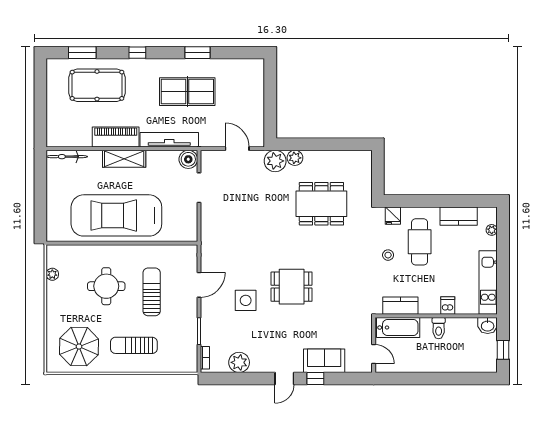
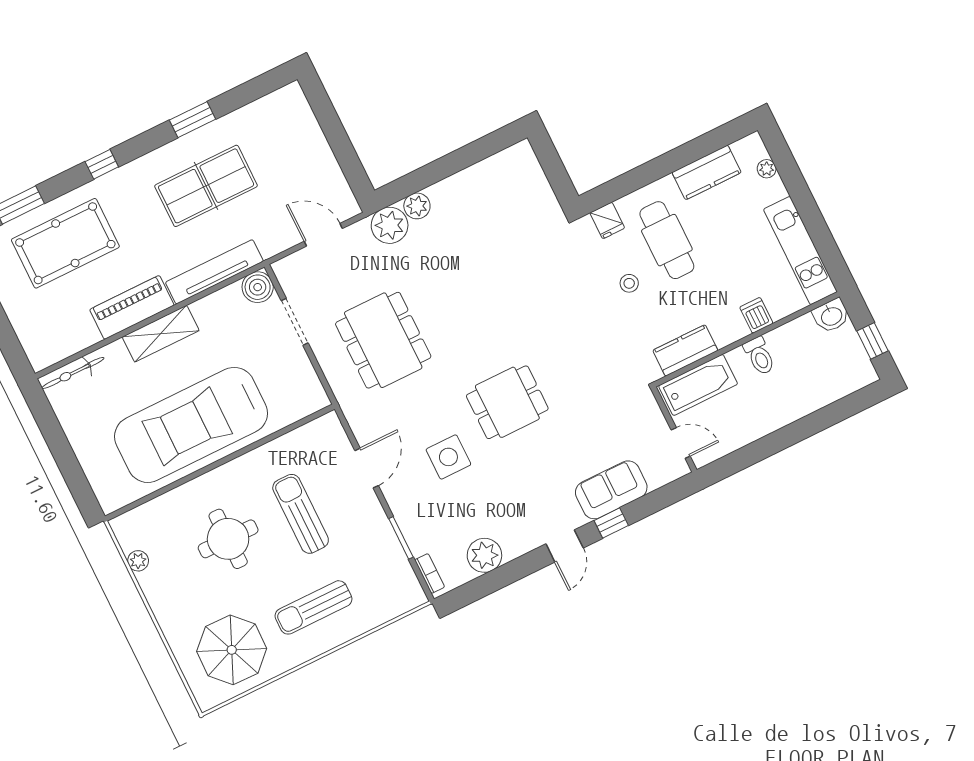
dining table: (321, 204) -> (383, 340), moved, turned 90

